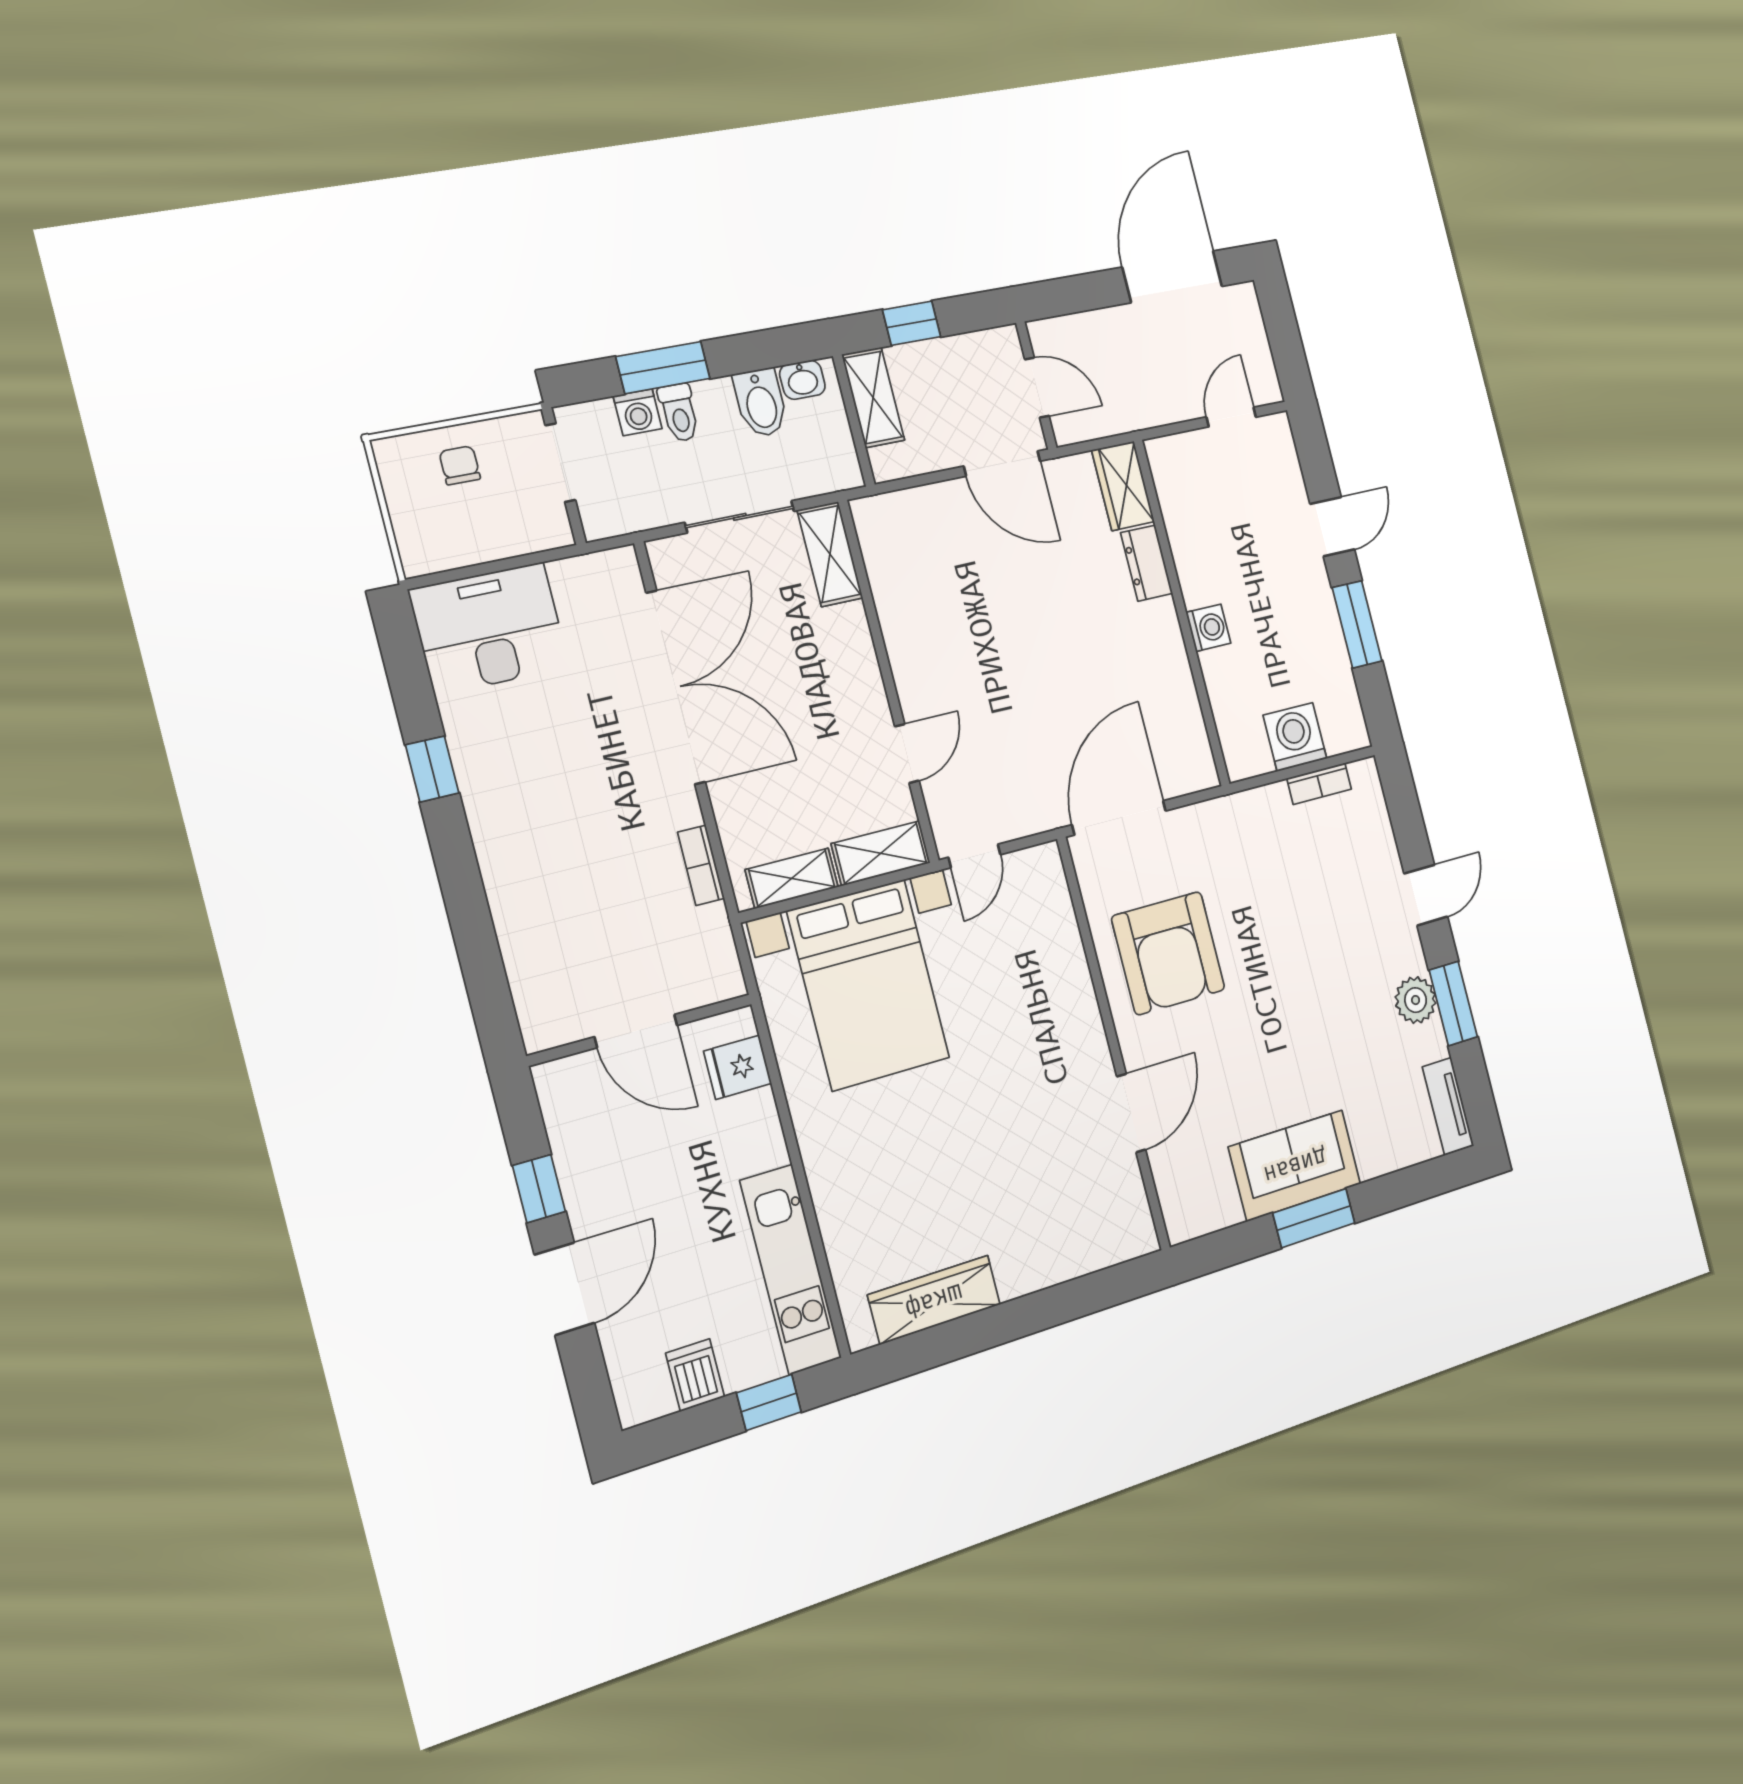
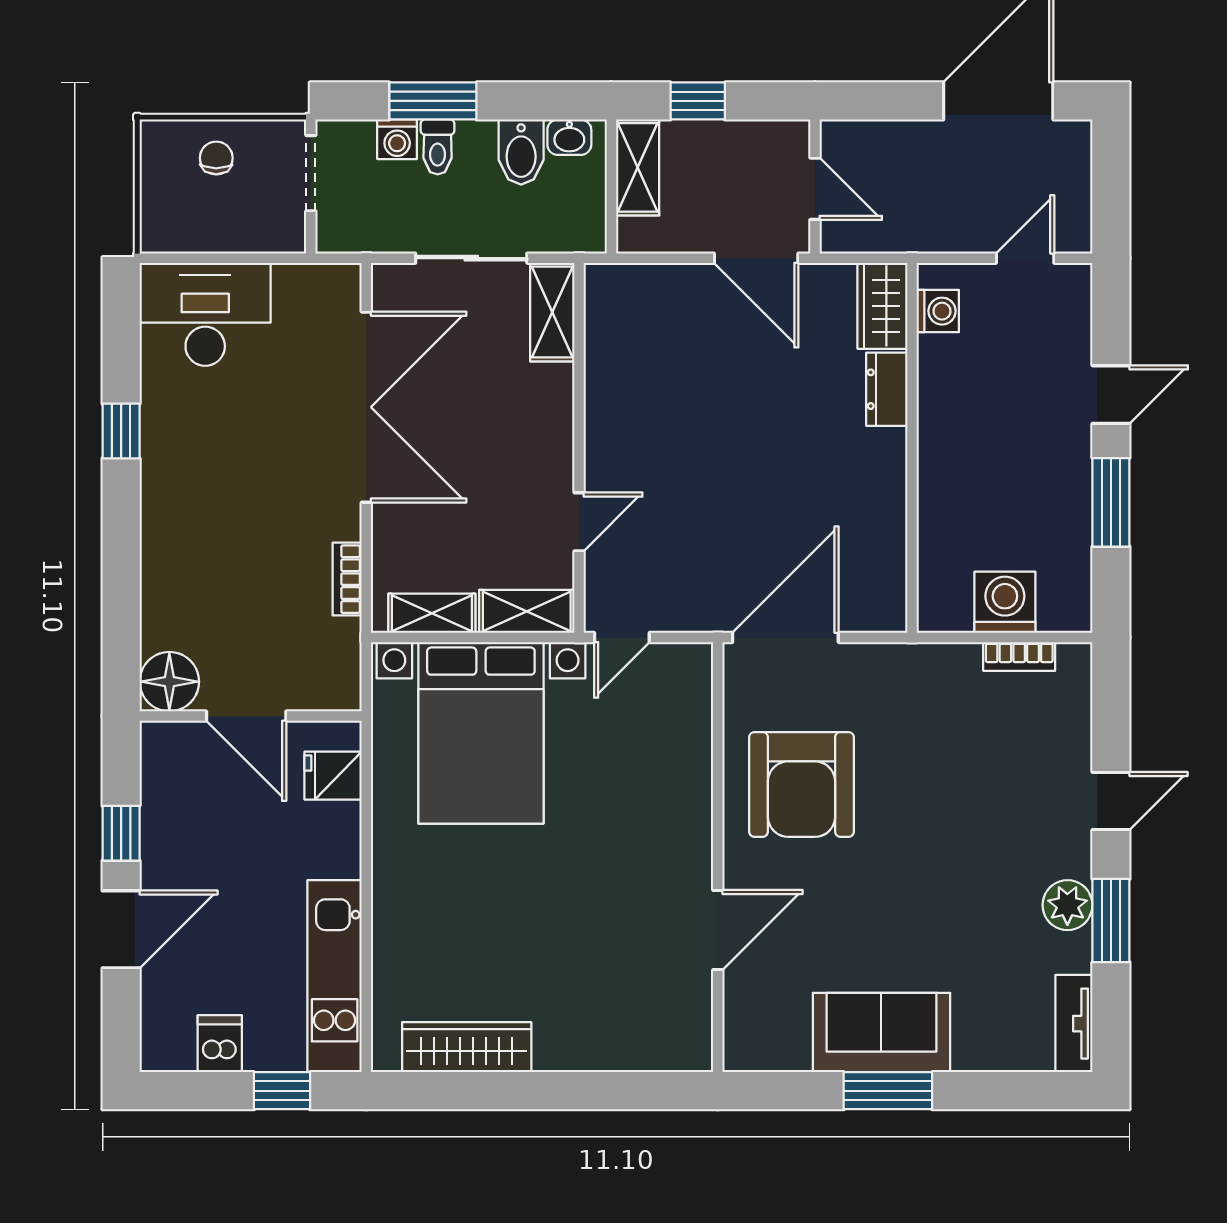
washing machine: (1208, 628) -> (938, 311), moved
floor lamp: (549, 1017) -> (169, 682), added

